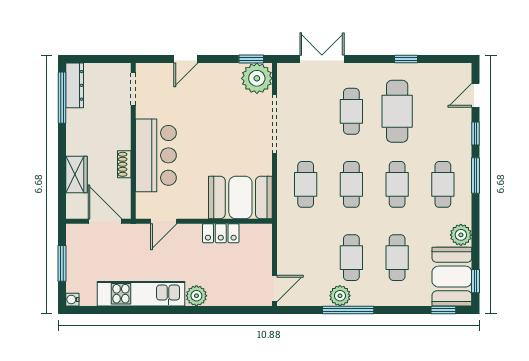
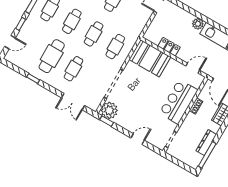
dresser: (75, 85) -> (206, 143), moved

